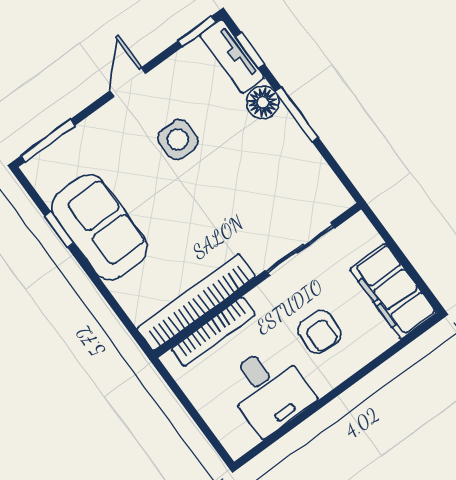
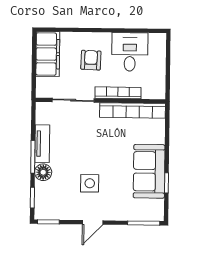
tv unit: (232, 56) -> (42, 144), moved
bookcase: (213, 332) -> (118, 93), moved

